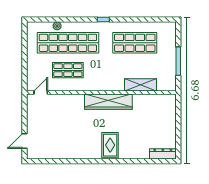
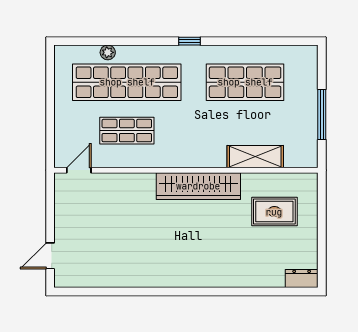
rug: (110, 145) -> (274, 212), moved, turned 90
dresser: (163, 154) -> (302, 279), width x0.70

